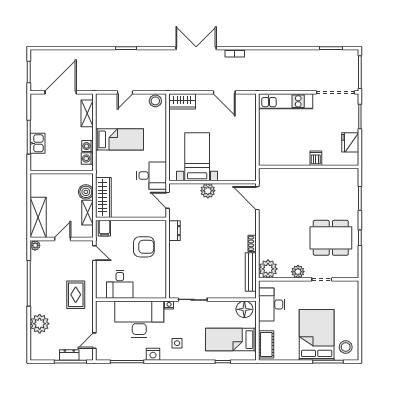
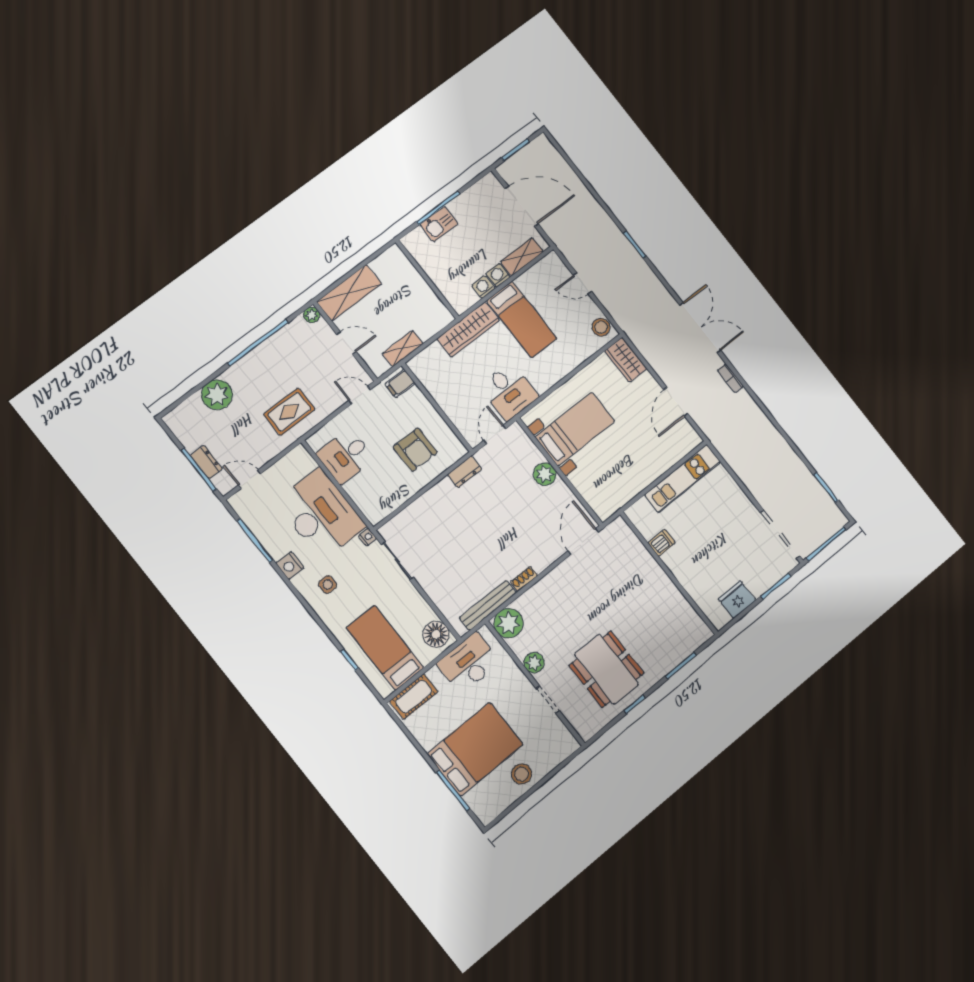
kitchen unit: (286, 101) -> (683, 478), moved, turned -90
dishwasher: (316, 158) -> (662, 543), moved
washing machine: (87, 159) -> (498, 275), moved
boiler: (86, 192) -> (426, 327), removed
wardrobe: (103, 197) -> (468, 329), moved
door: (94, 253) -> (360, 395), swing flipped
stool: (346, 347) -> (522, 774), moved

